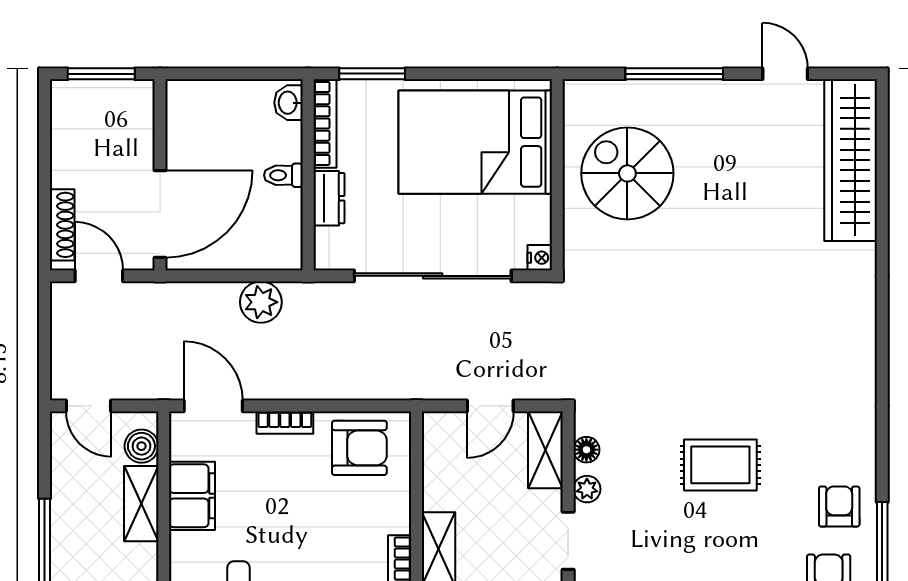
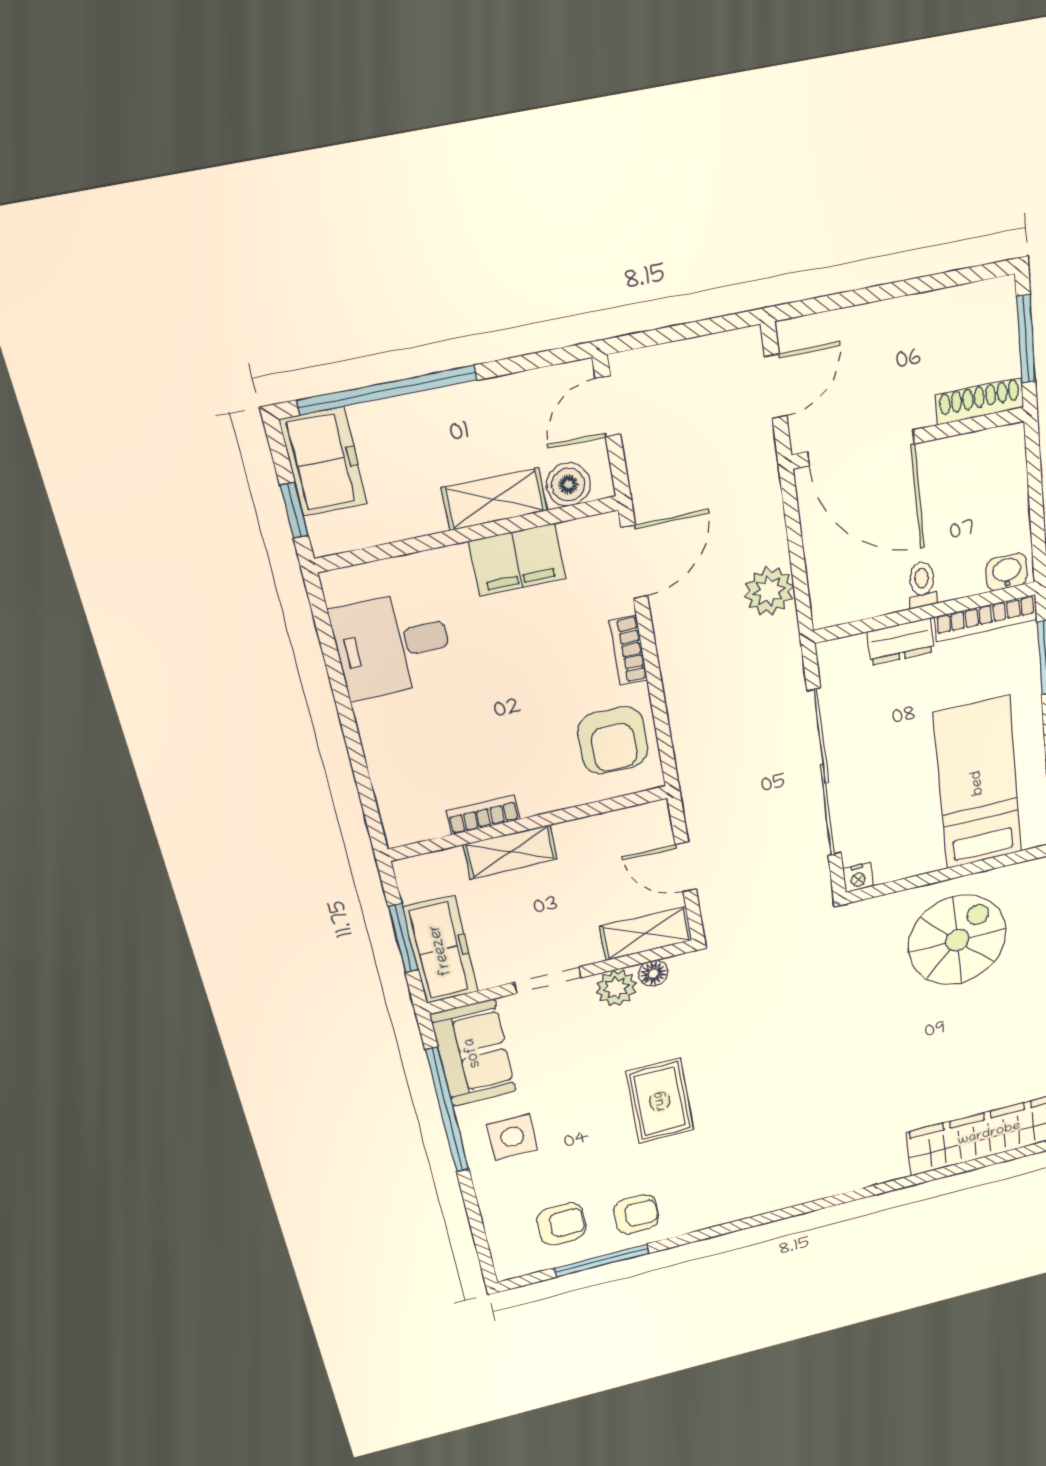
bed: (475, 142) -> (978, 783), width x0.67
shoe rack: (62, 225) -> (980, 401), moved, turned 180
plant: (587, 489) -> (616, 988), width x1.38, depth x1.38

